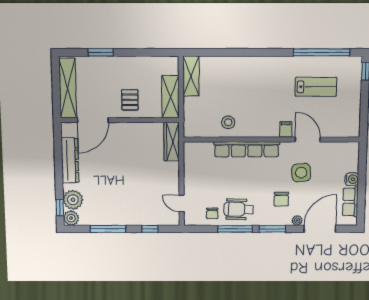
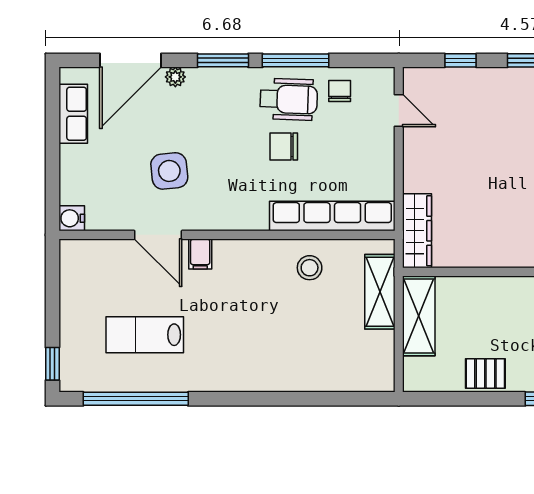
shelving: (191, 76) -> (380, 292), moved
pallet: (130, 100) -> (485, 373), moved, turned 90
row of seats: (247, 149) -> (332, 216), moved
water cooler: (352, 179) -> (72, 218), moved
chair: (281, 199) -> (284, 146), moved, turned -90

